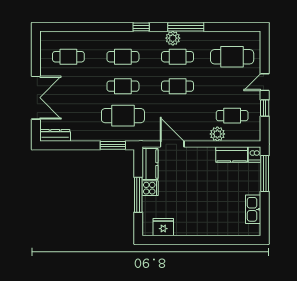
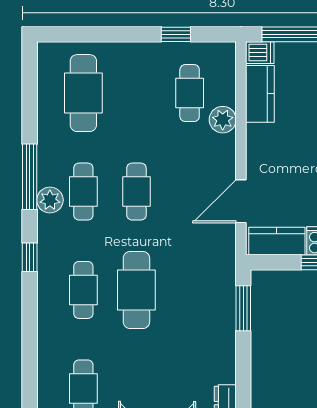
door: (265, 82) -> (129, 34), removed
cafe table: (123, 86) -> (136, 290), width x1.37, depth x1.35
cafe table: (123, 116) -> (190, 290), removed

